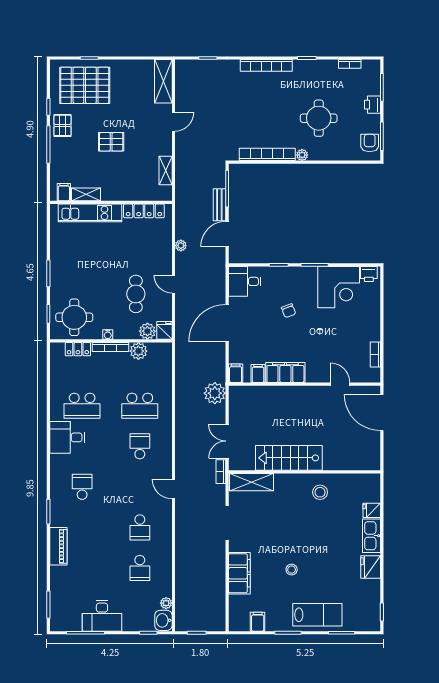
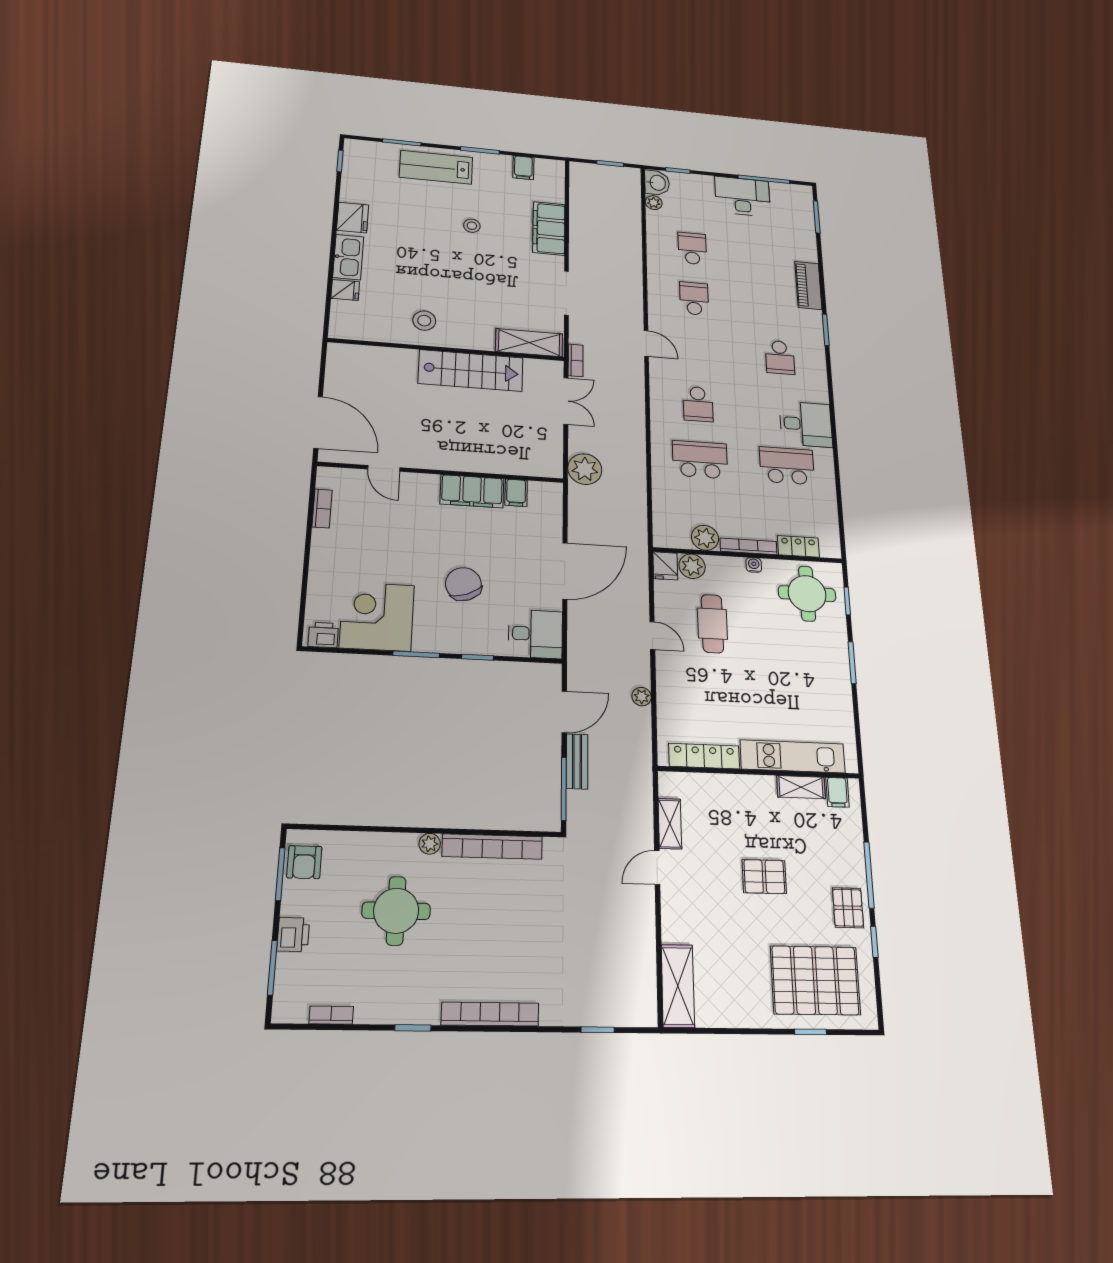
door: (173, 122) -> (657, 867), moved
chair: (289, 311) -> (463, 584), width x1.87, depth x1.87
filing cabinet: (236, 373) -> (552, 496), removed

